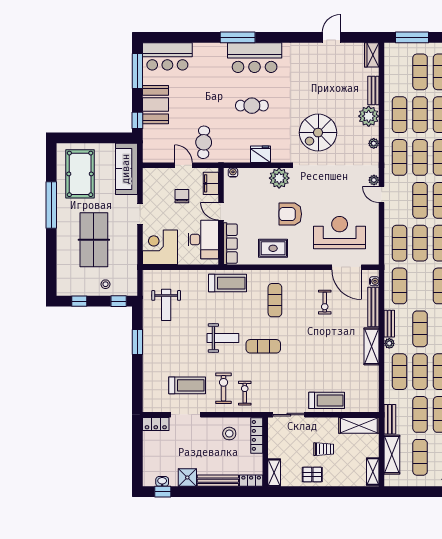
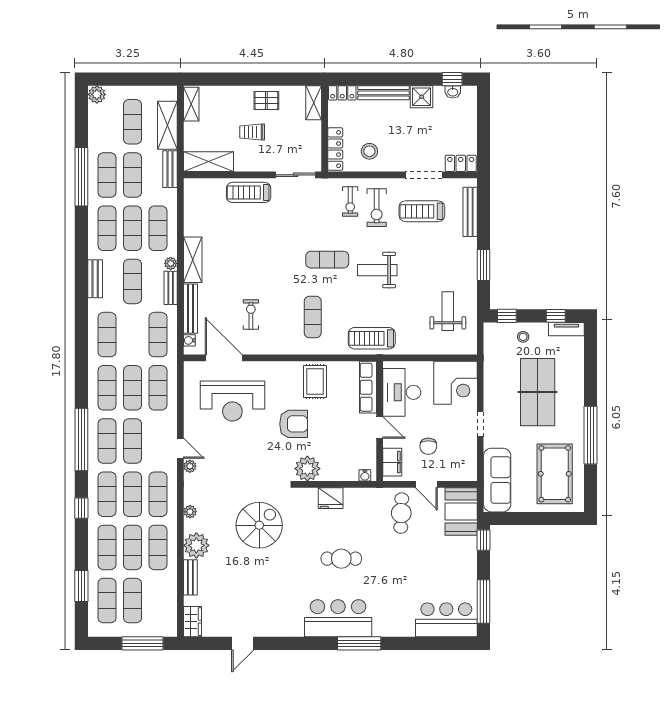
booth: (155, 105) -> (461, 511), moved
rug: (273, 248) -> (315, 381), turned 90
tv unit: (71, 290) -> (566, 329), added
bench: (148, 385) -> (470, 212), added

